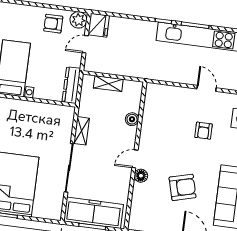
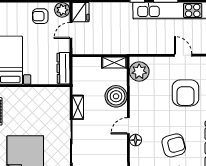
shelving: (108, 84) -> (114, 62), moved
plant: (155, 100) -> (139, 71), added
boiler: (132, 119) -> (116, 96), width x1.86, depth x1.86
armchair: (204, 131) -> (186, 93), width x1.88, depth x1.88

